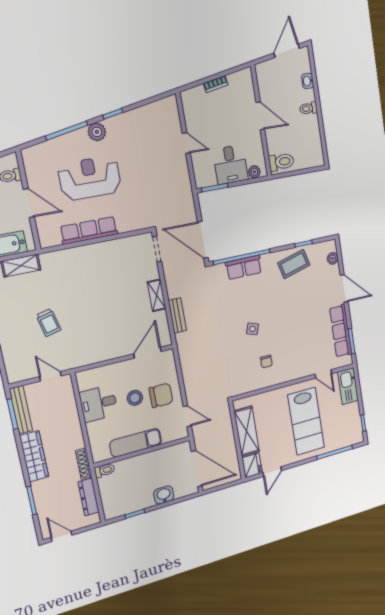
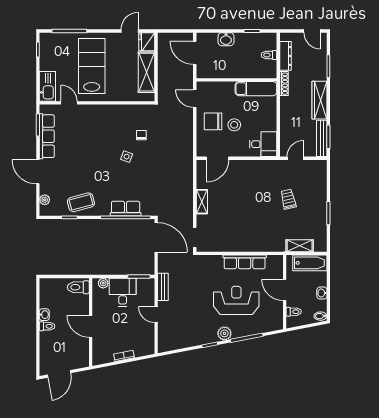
washbasin: (308, 81) -> (44, 315), moved
reception desk: (90, 178) -> (236, 300), turned 180
bench: (177, 315) -> (163, 287), moved
chair: (266, 361) -> (141, 135), moved
door: (50, 376) -> (295, 158), swing flipped
desk: (99, 403) -> (263, 144), moved
exam couch: (136, 443) -> (256, 89), moved
door: (197, 469) -> (195, 53), width x0.73
toilet: (105, 470) -> (269, 55), moved

